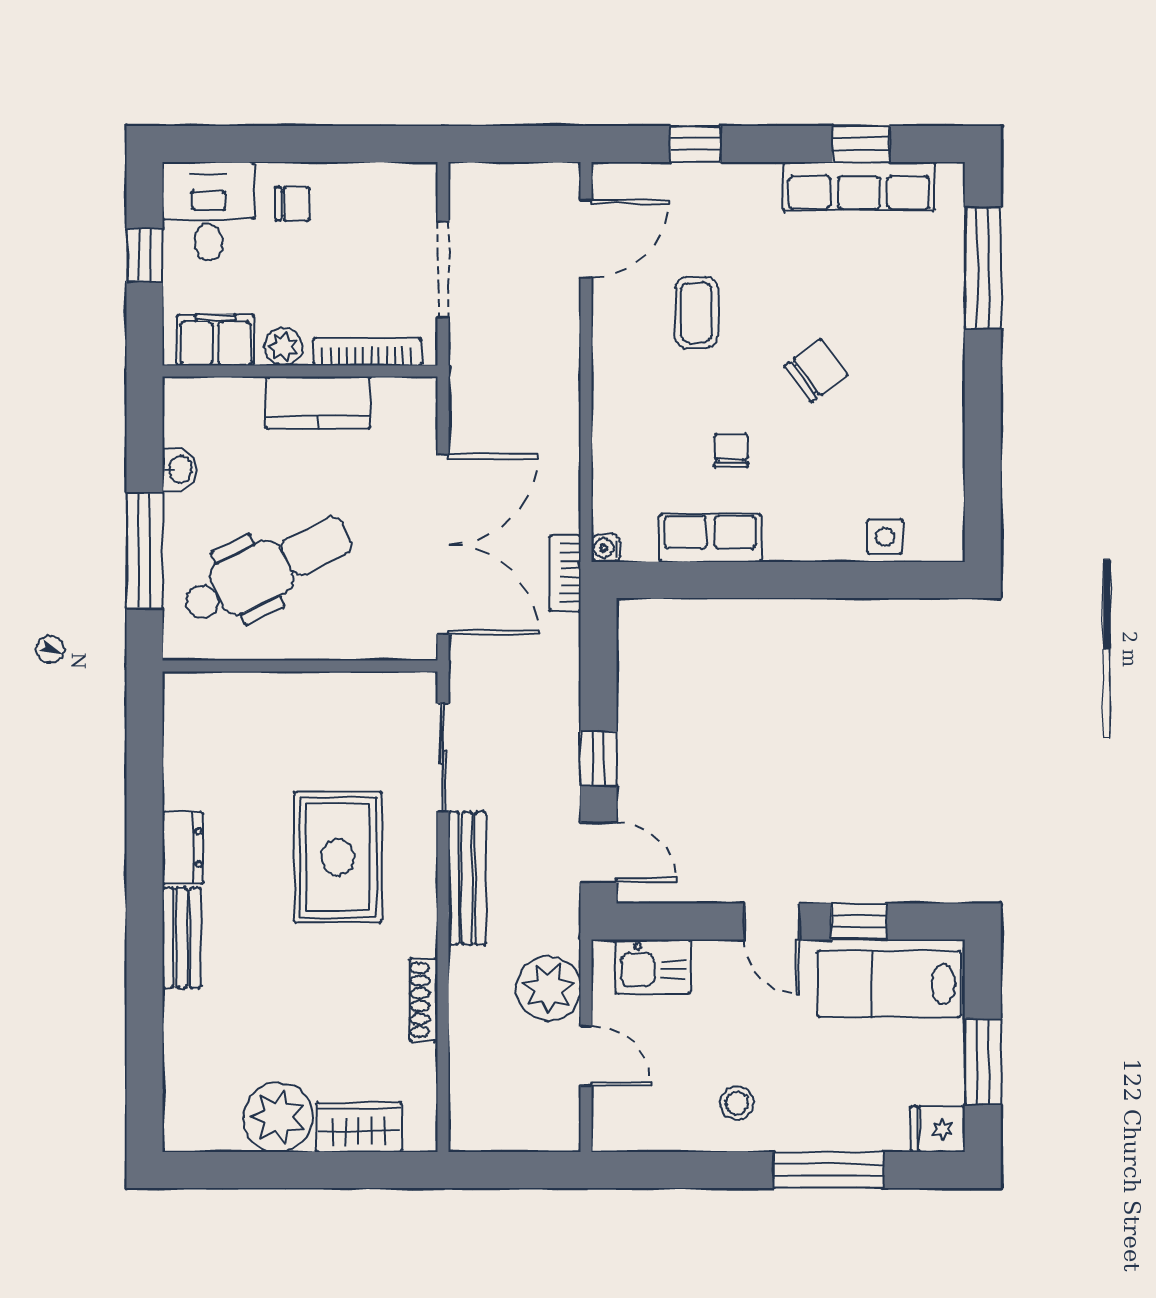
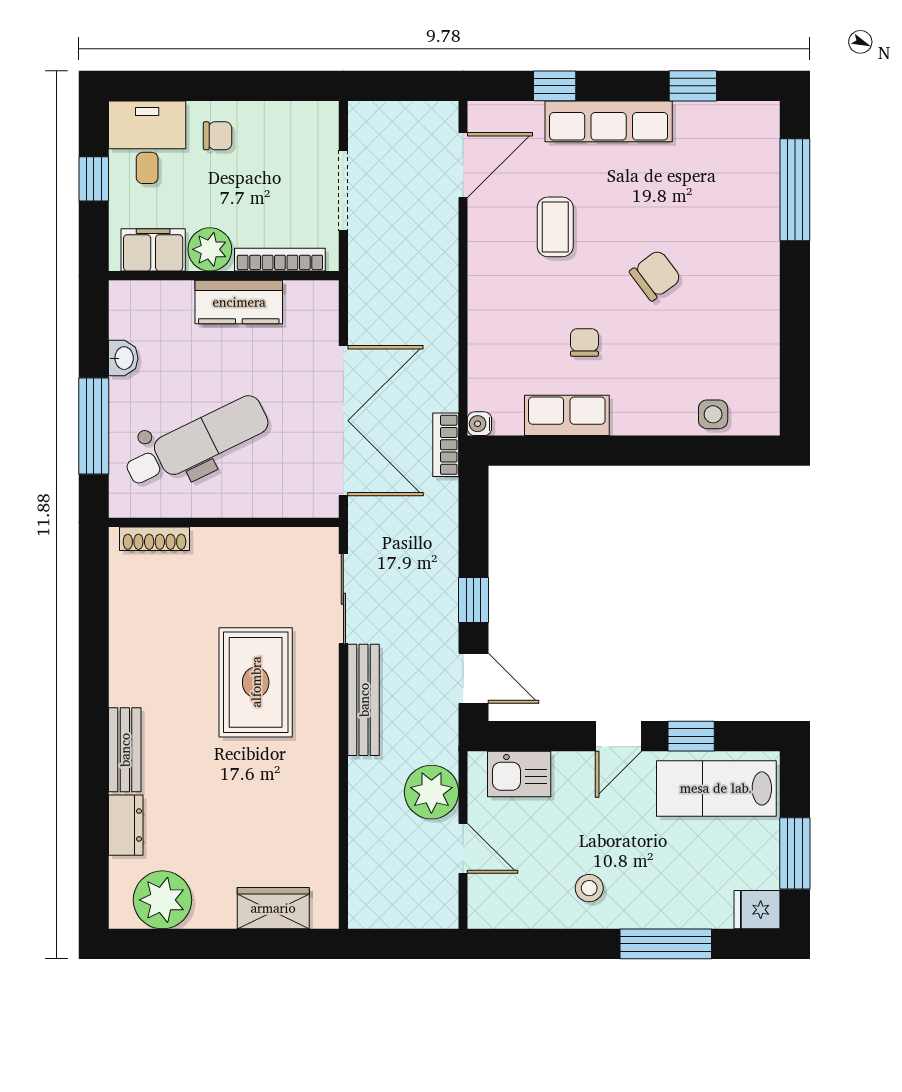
row of seats: (859, 186) -> (609, 121), moved
plant: (283, 347) -> (210, 249), width x1.38, depth x1.38
dresser: (183, 848) -> (126, 825), moved
door: (772, 922) -> (619, 736), hinge flipped
shoe rack: (423, 1000) -> (154, 539), moved, turned -90
plant: (278, 1117) -> (162, 900), moved

